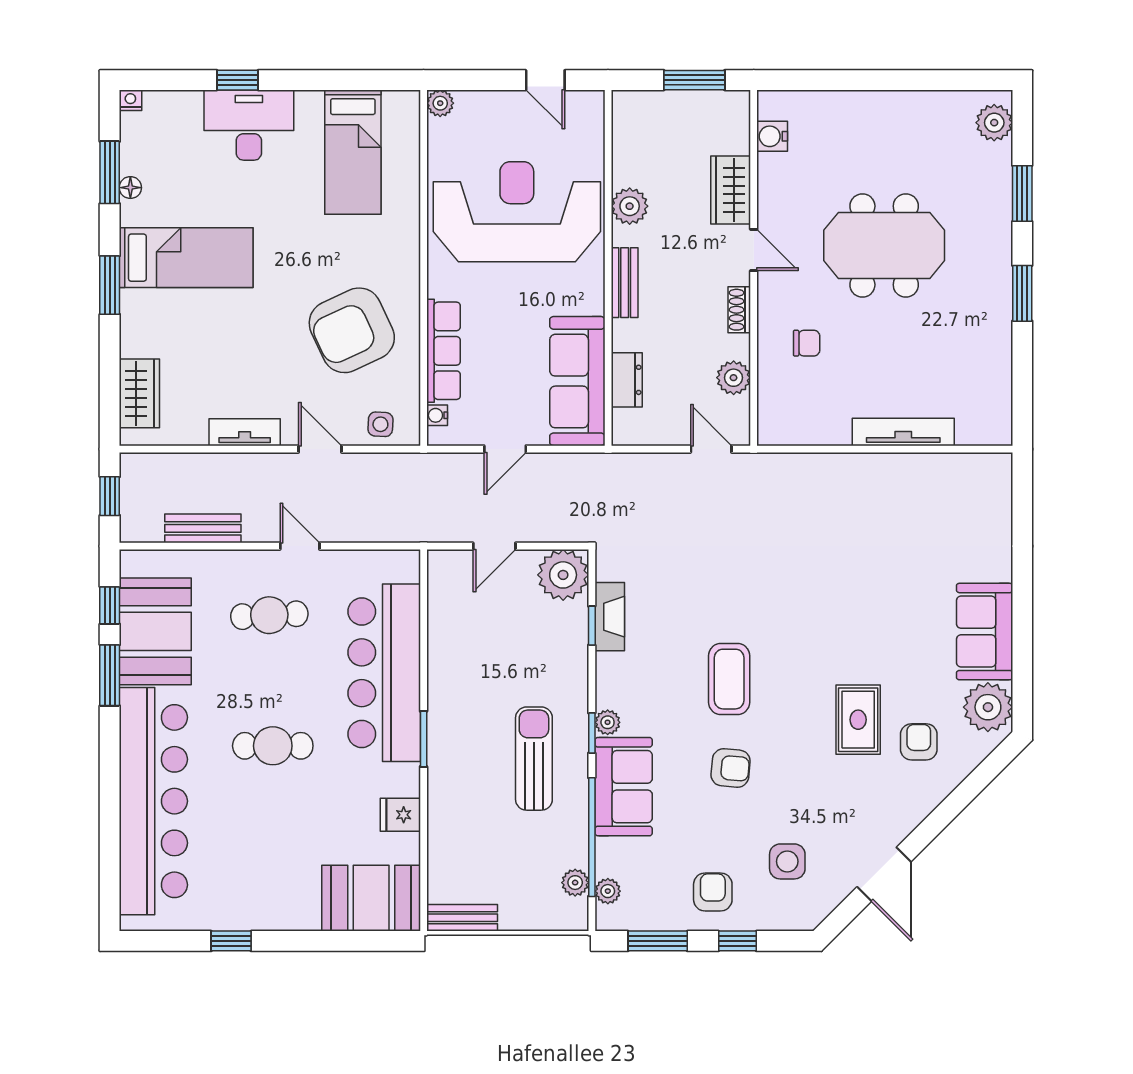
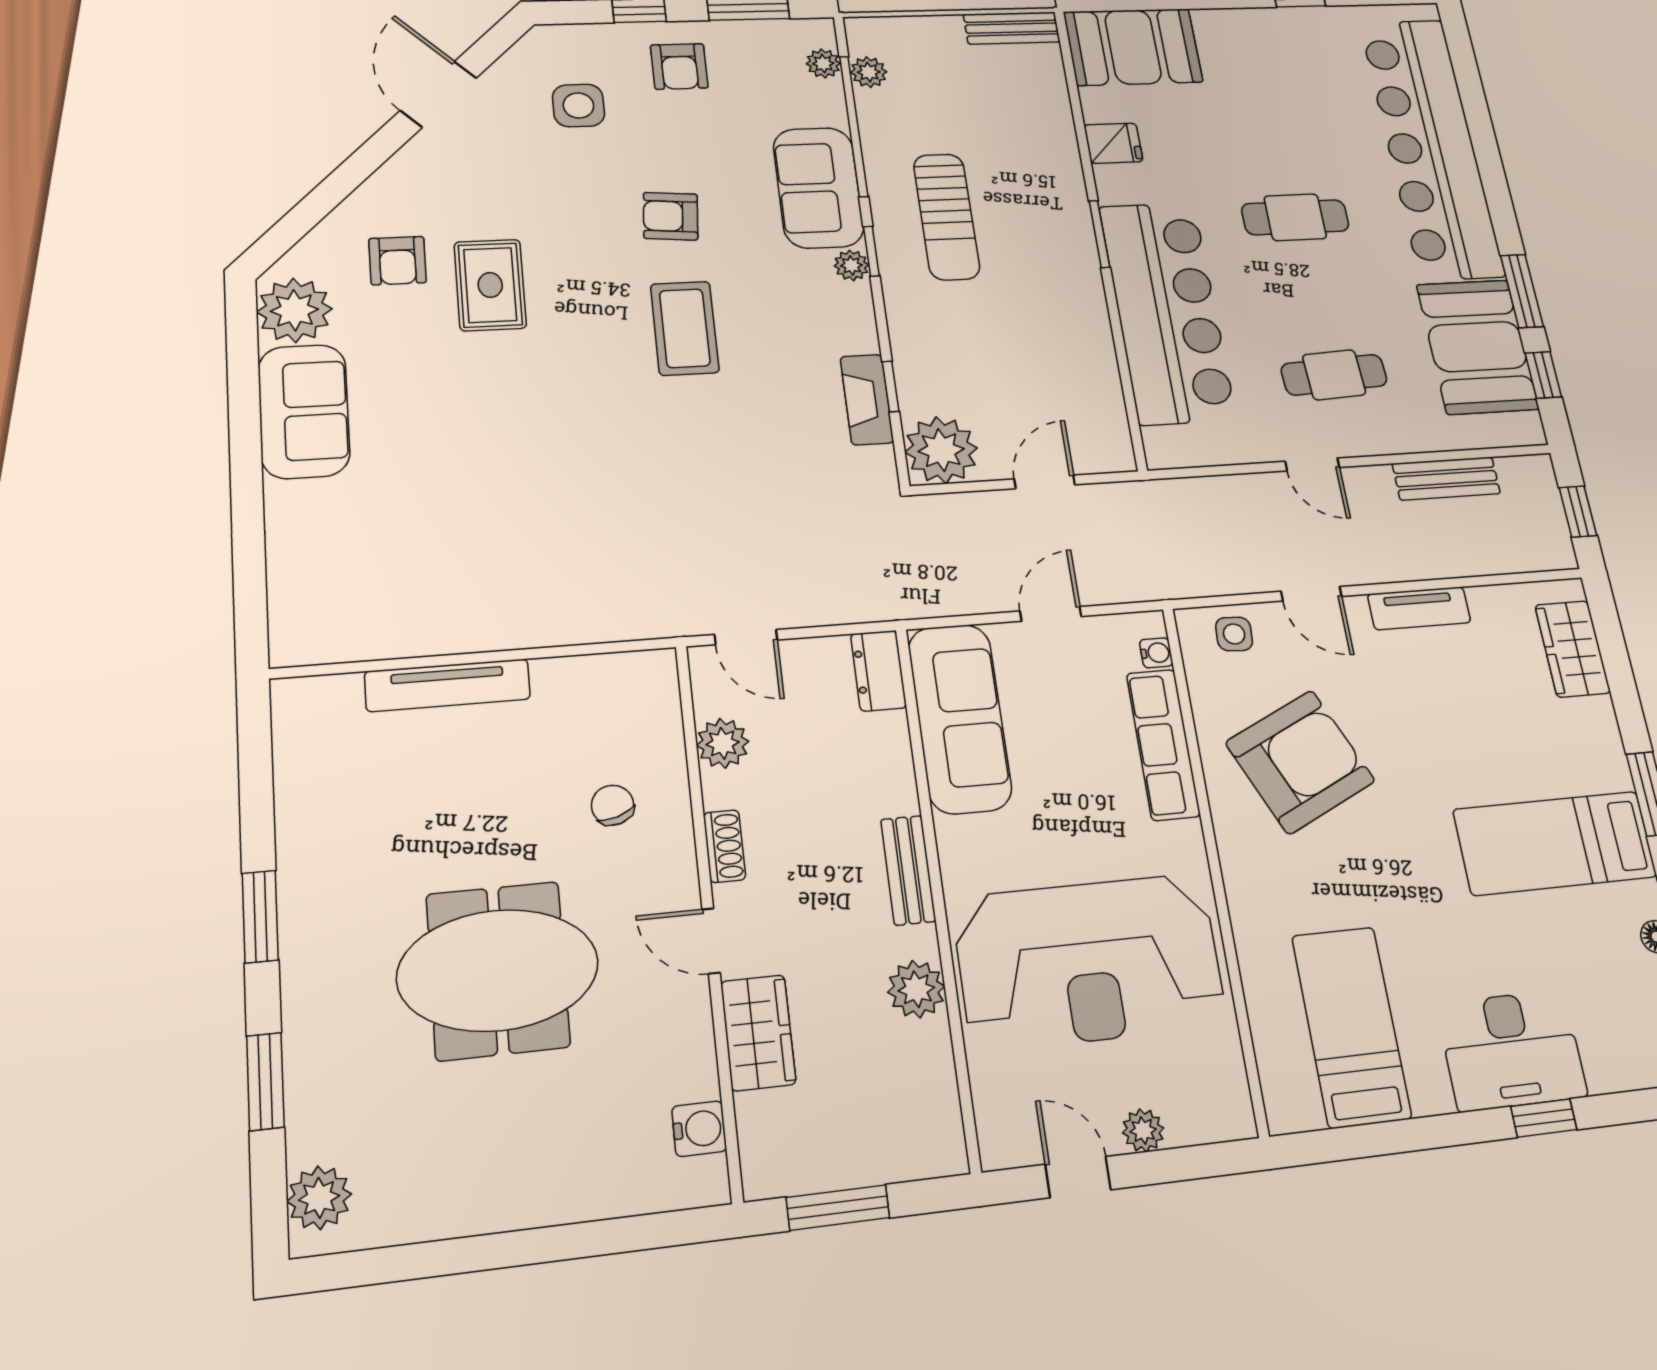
plant: (440, 103) -> (1143, 1130), moved
chair: (807, 343) -> (612, 805), turned 72
dresser: (627, 380) -> (879, 671), moved

